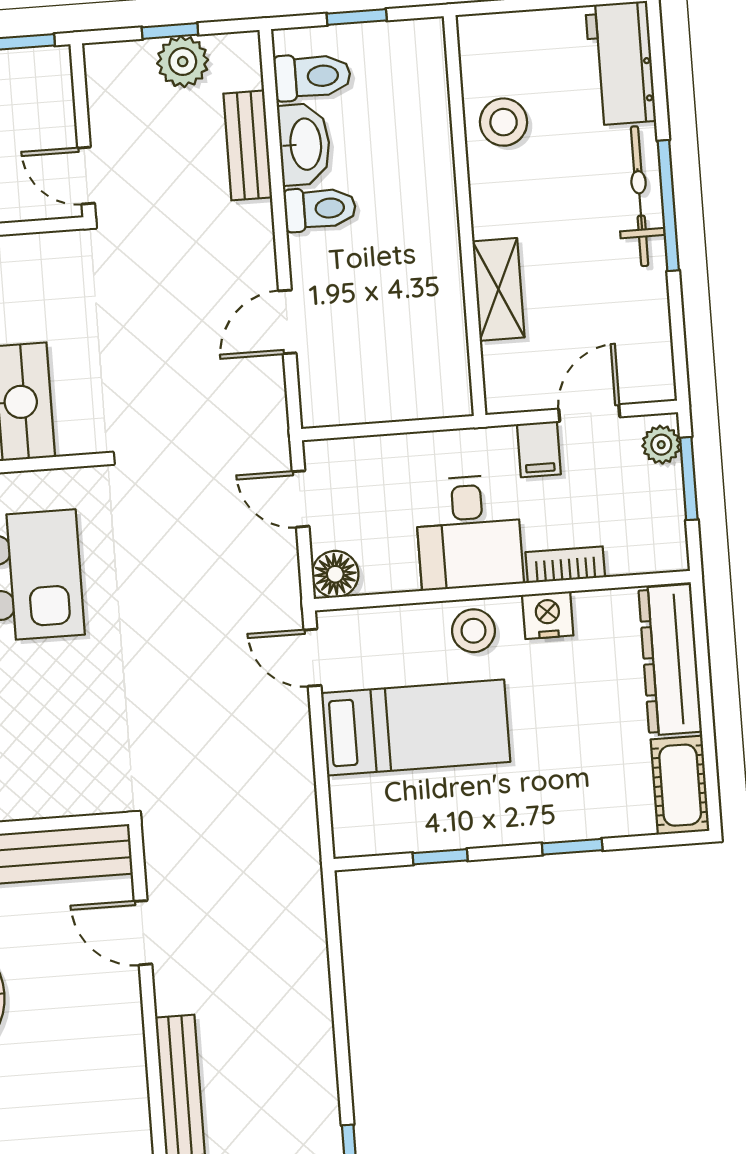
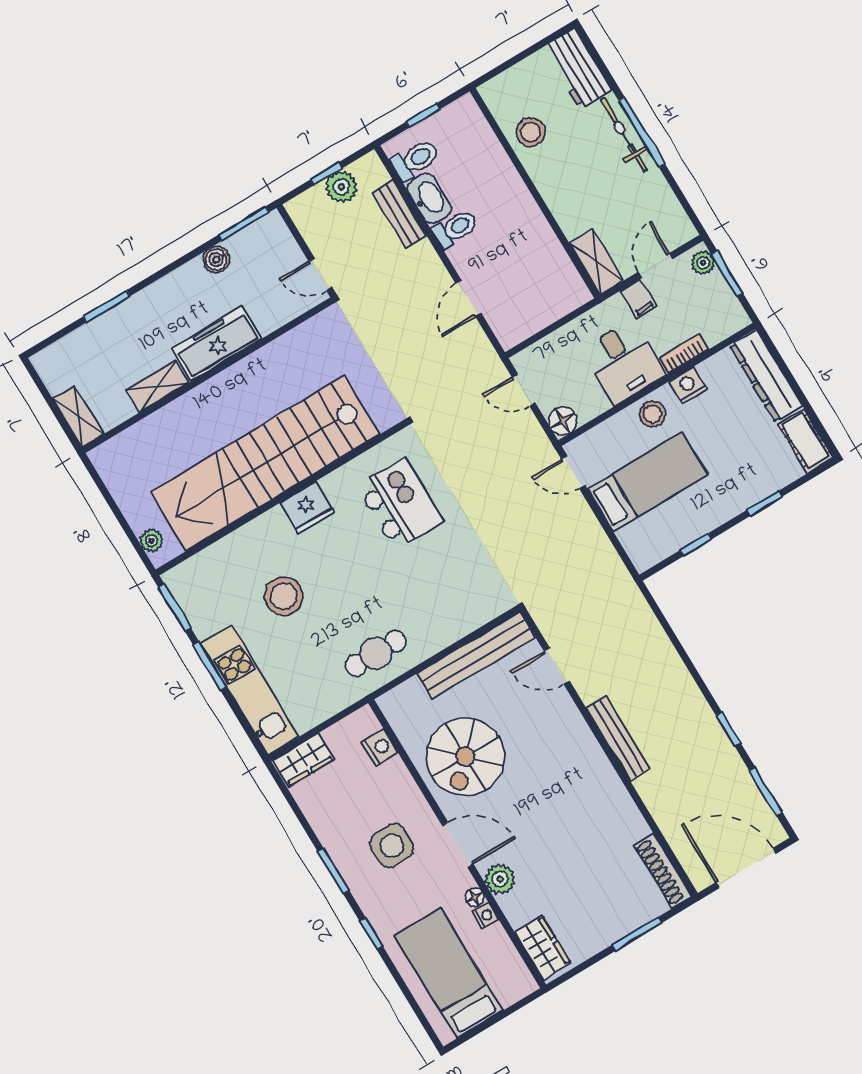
shelving: (498, 289) -> (596, 262), moved

